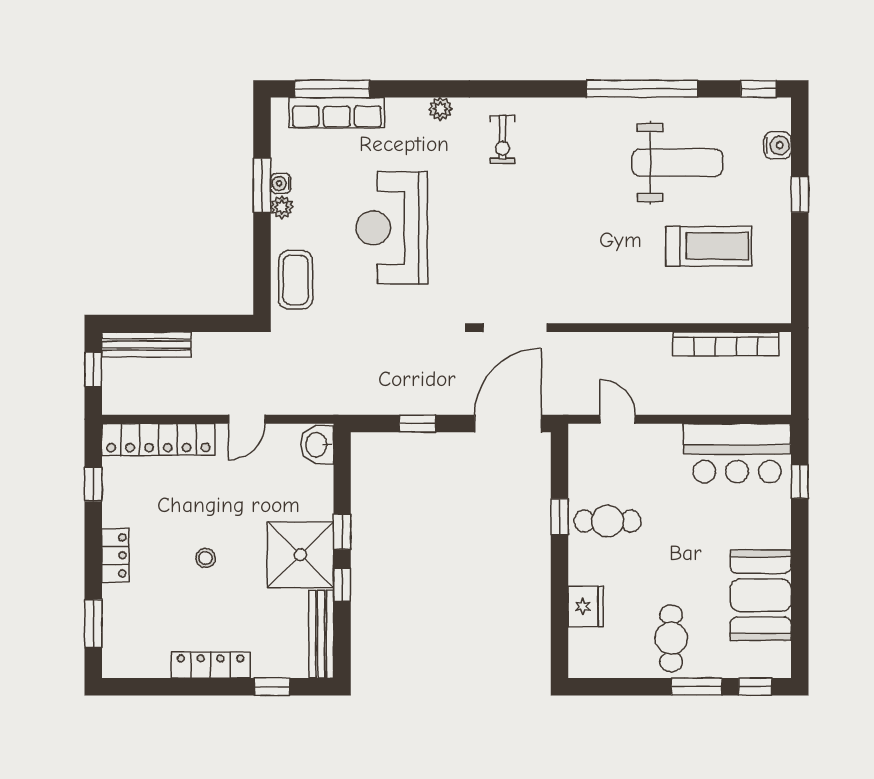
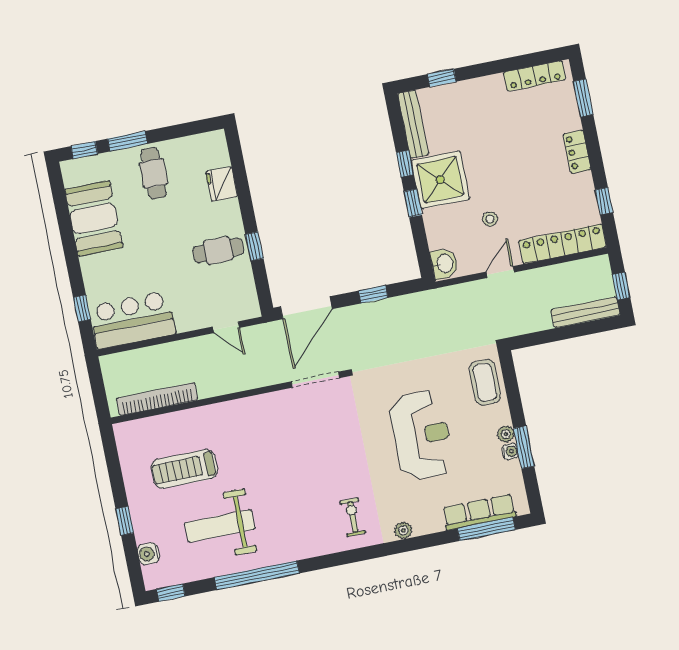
stool: (206, 558) -> (490, 219), moved
locker: (211, 665) -> (535, 76), moved

